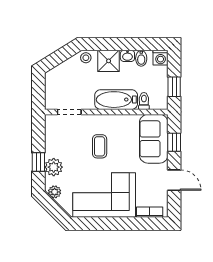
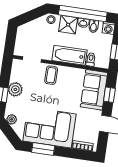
window: (125, 44) -> (83, 13), added
coffee table: (100, 146) -> (51, 75), moved
plant: (54, 167) -> (15, 89), moved
window: (100, 224) -> (43, 149), added

